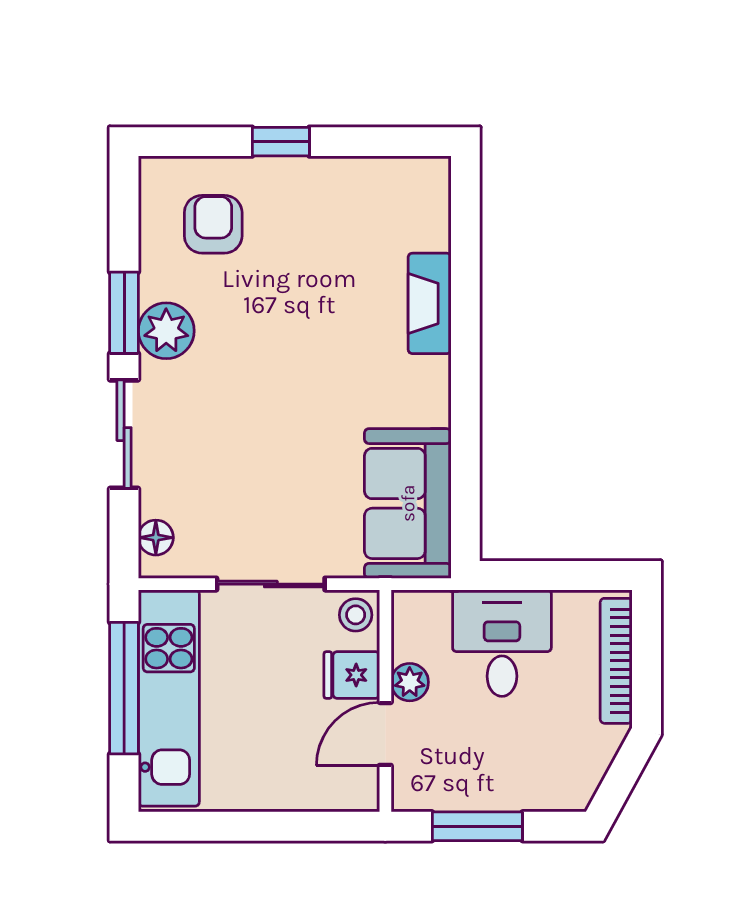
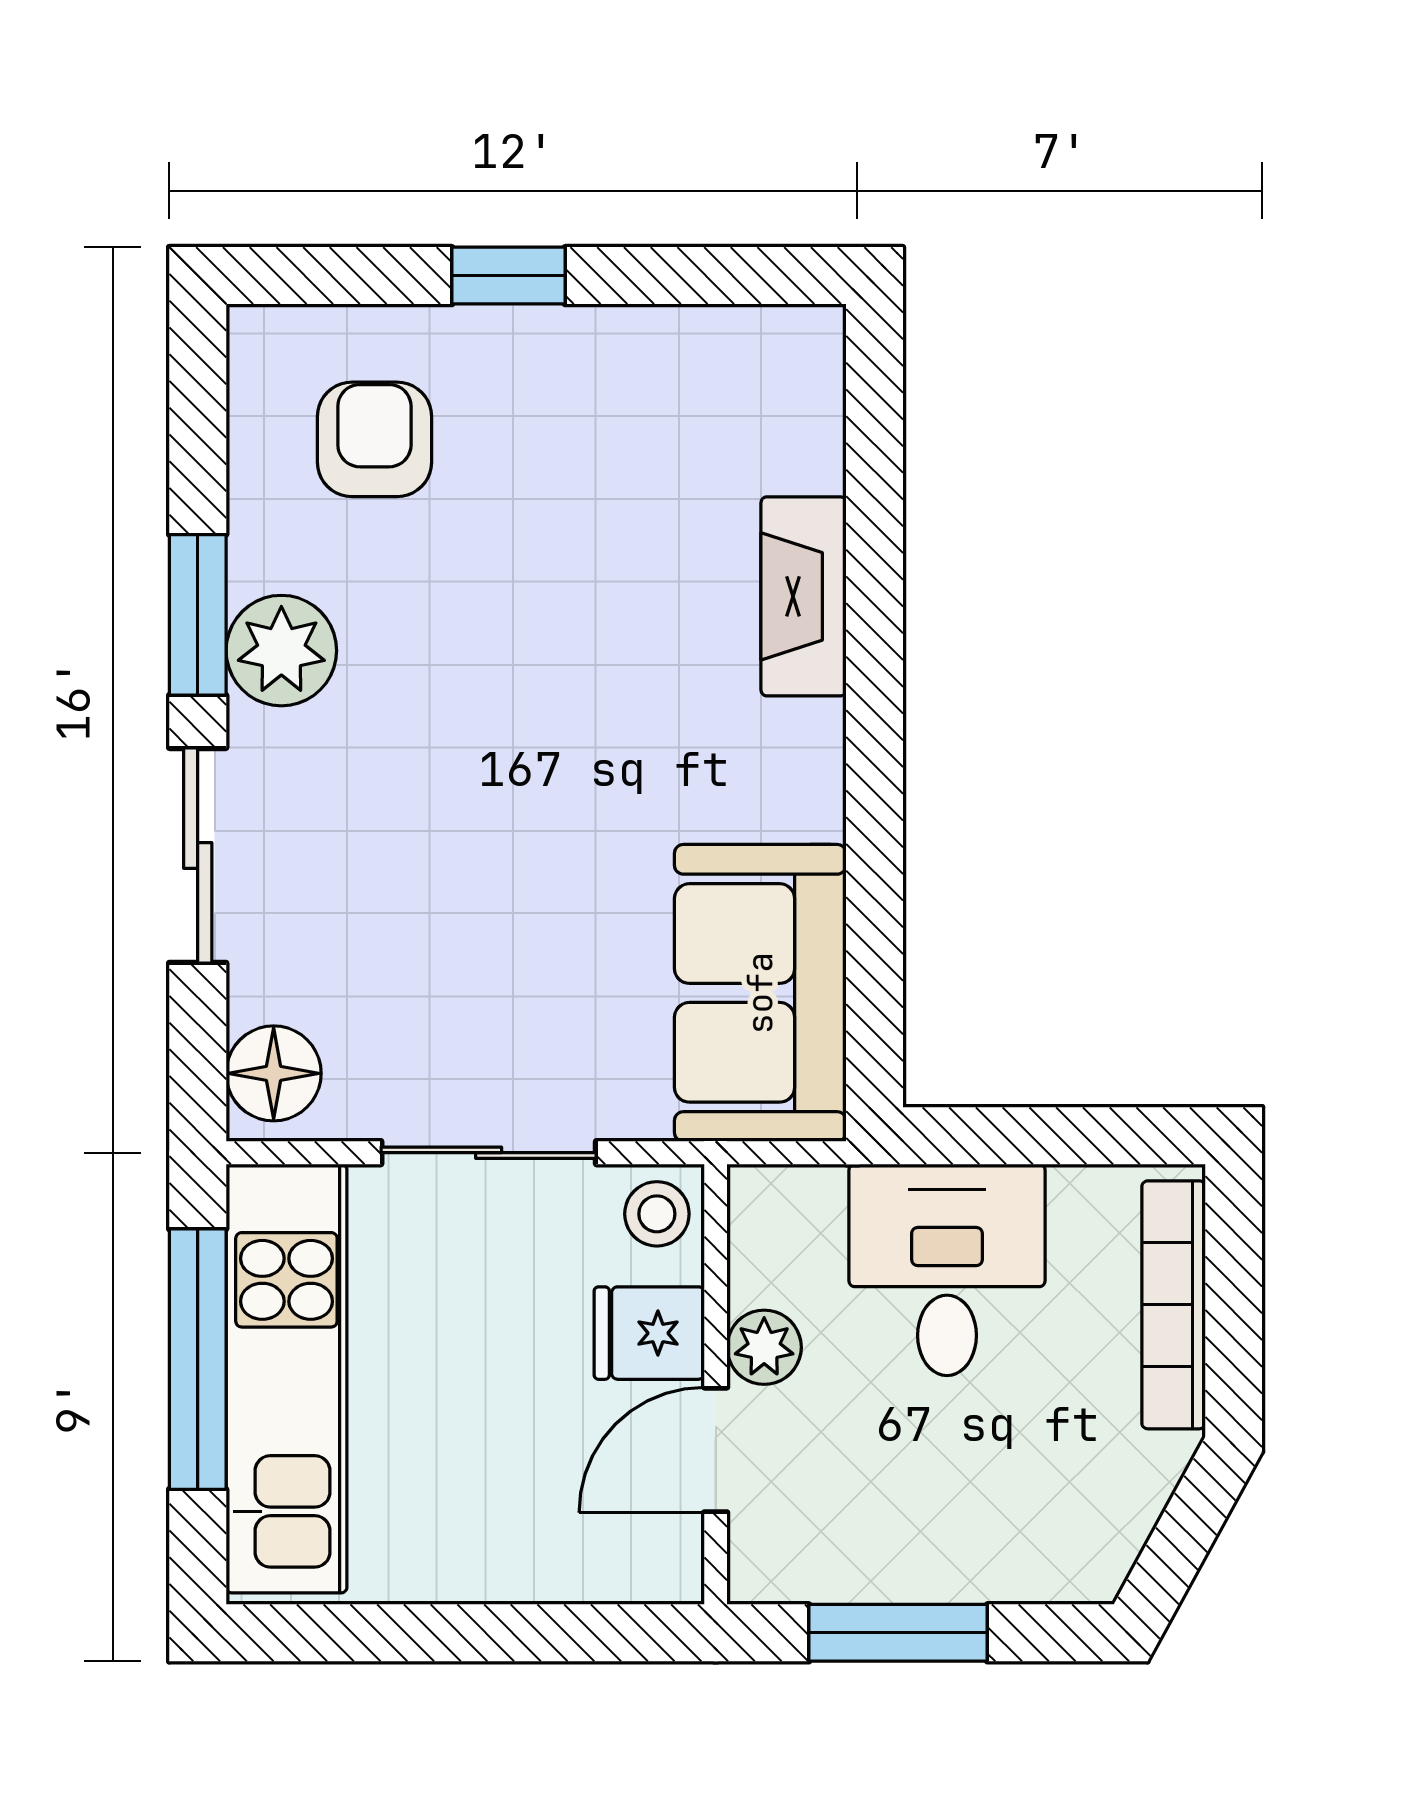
floor lamp: (156, 538) -> (274, 1073), width x1.37, depth x1.37

